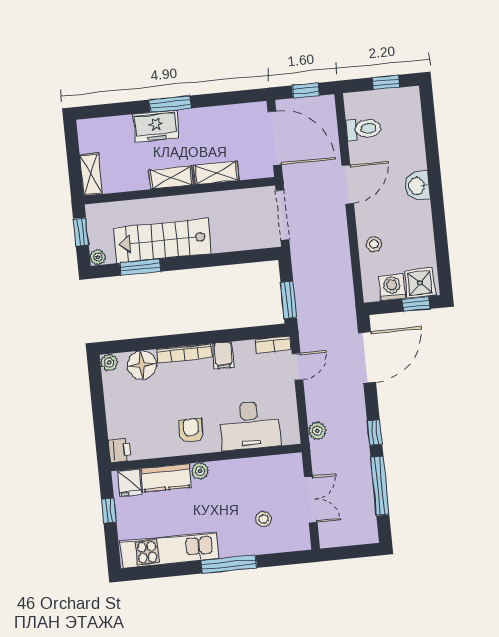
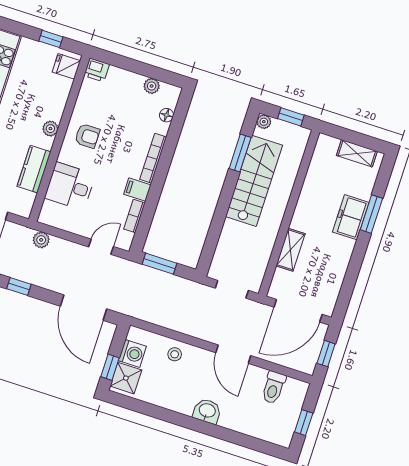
window: (170, 104) -> (371, 214), moved
shelving: (91, 174) -> (357, 153), moved
shelving: (171, 177) -> (303, 211), removed
doorway: (282, 215) -> (232, 289), width x0.73
bookcase: (273, 344) -> (134, 216), moved
plant: (109, 363) -> (152, 86), moved
floor lamp: (142, 365) -> (167, 115), width x0.53, depth x0.53
door: (297, 367) -> (101, 247), swing flipped
desk: (250, 425) -> (70, 186), width x0.73
kitchen counter: (166, 478) -> (34, 169), moved

